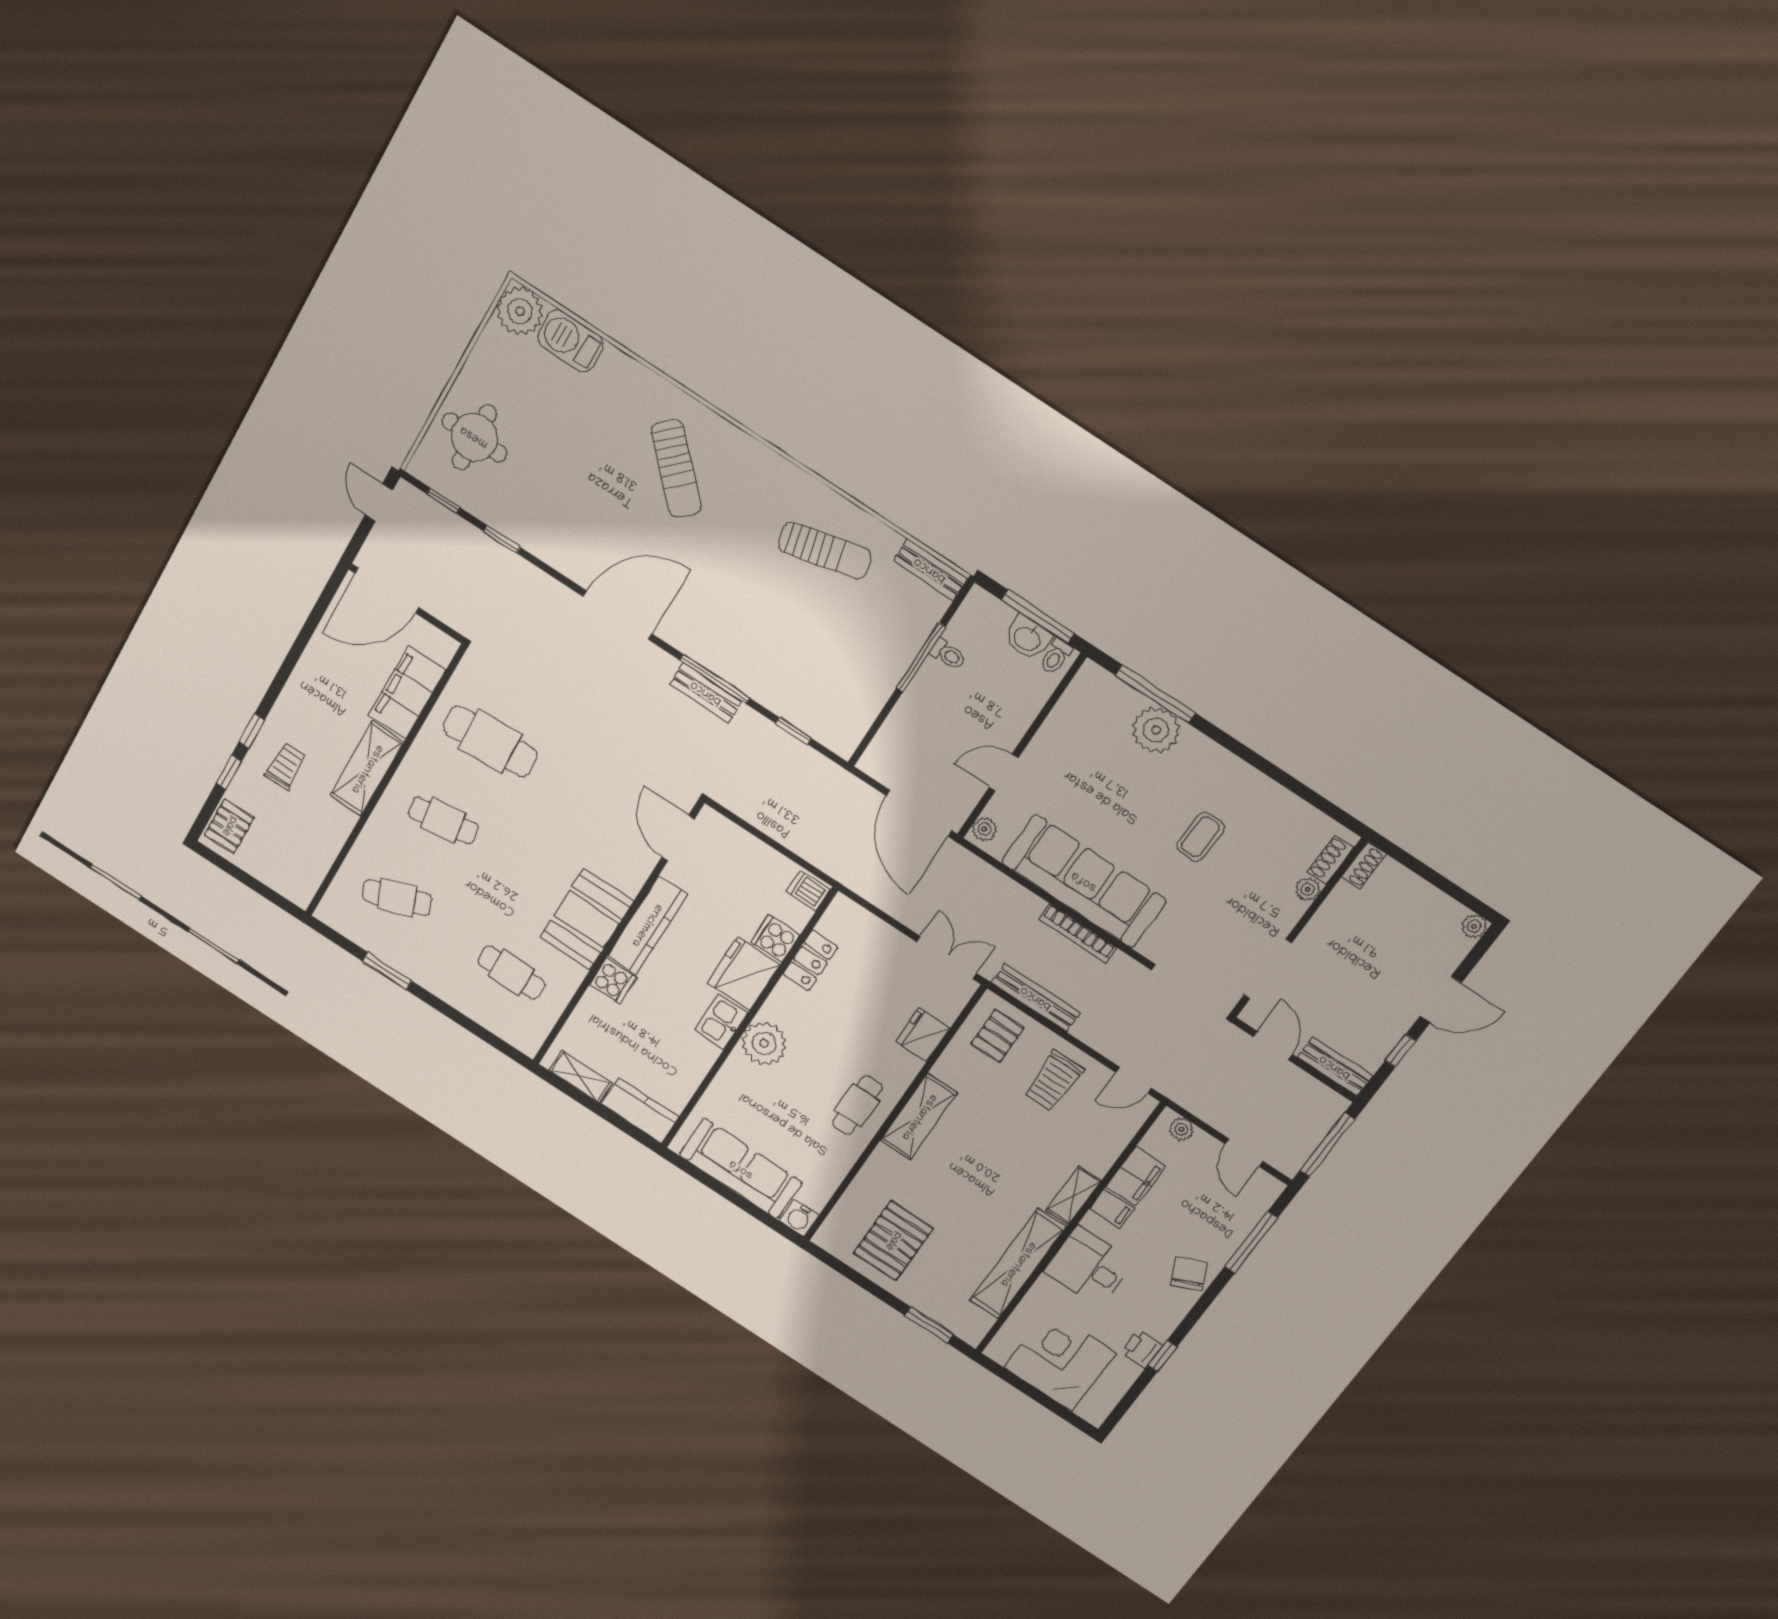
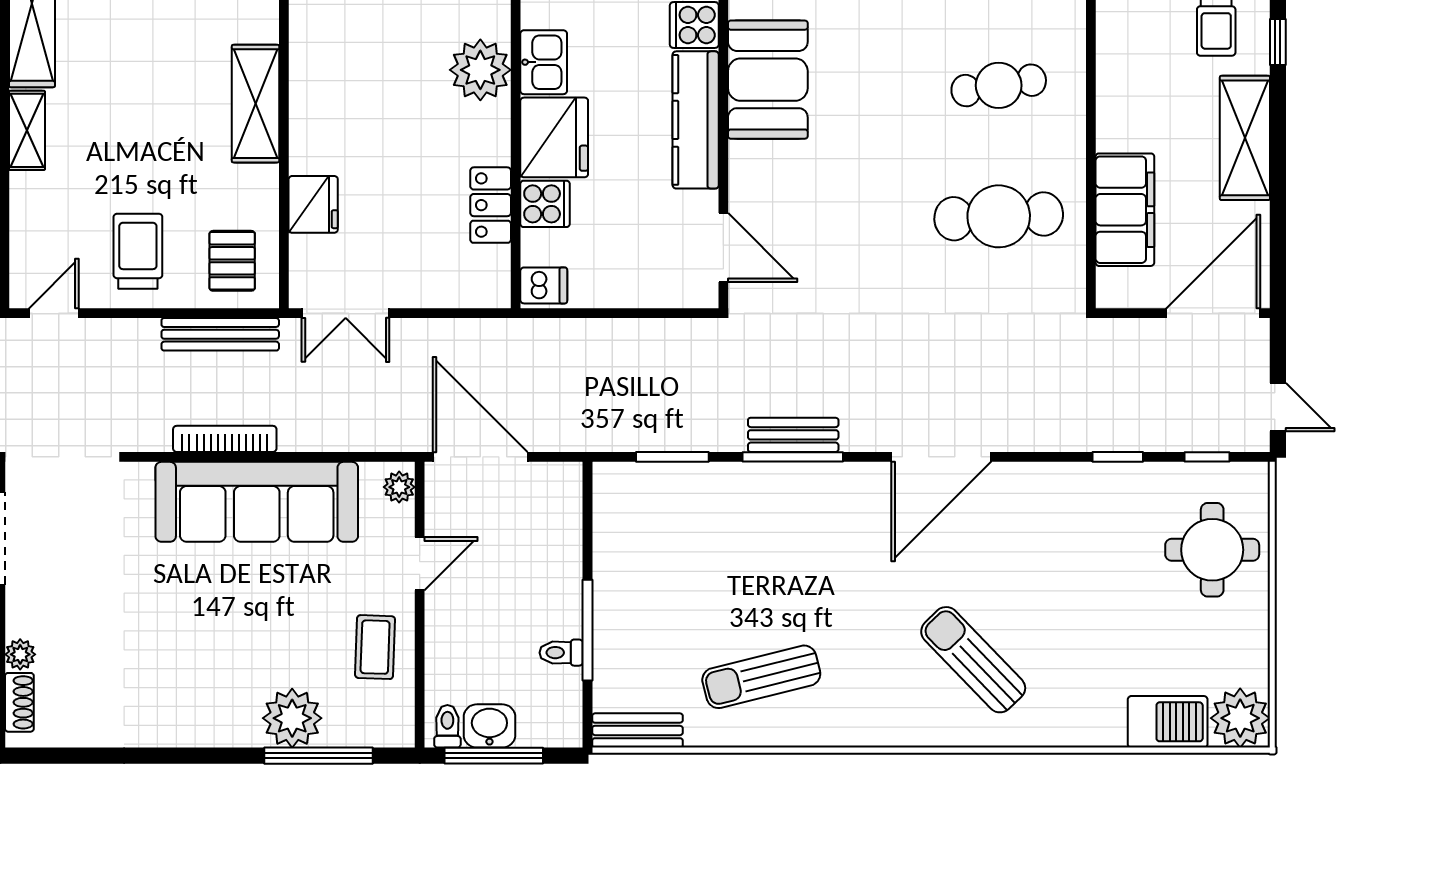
window: (793, 731) -> (672, 457), width x1.50
shelving: (367, 769) -> (1245, 138), moved
coffee table: (1200, 837) -> (375, 647), moved
cafe table: (857, 1105) -> (331, 69), removed

